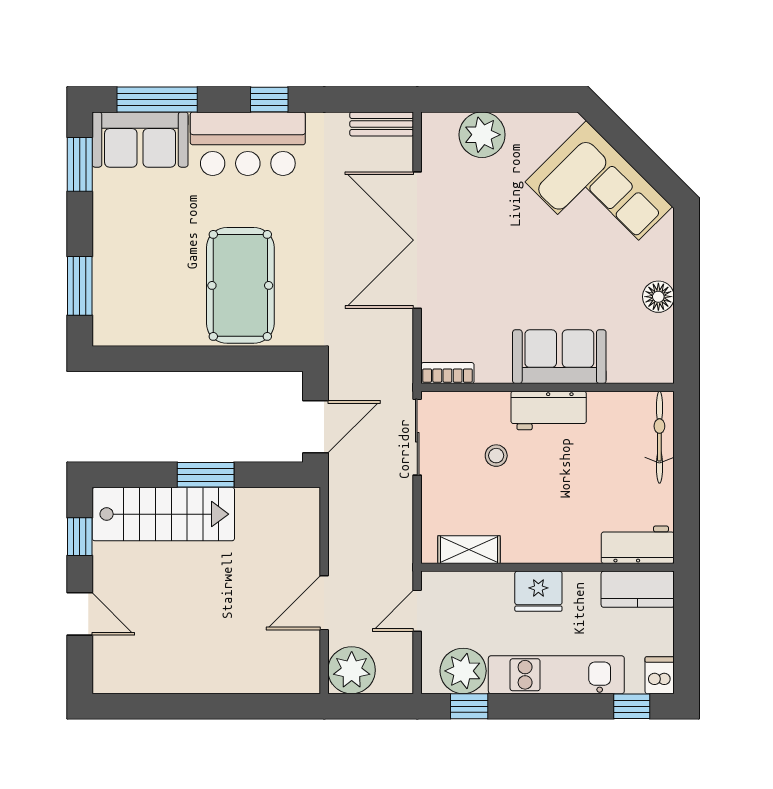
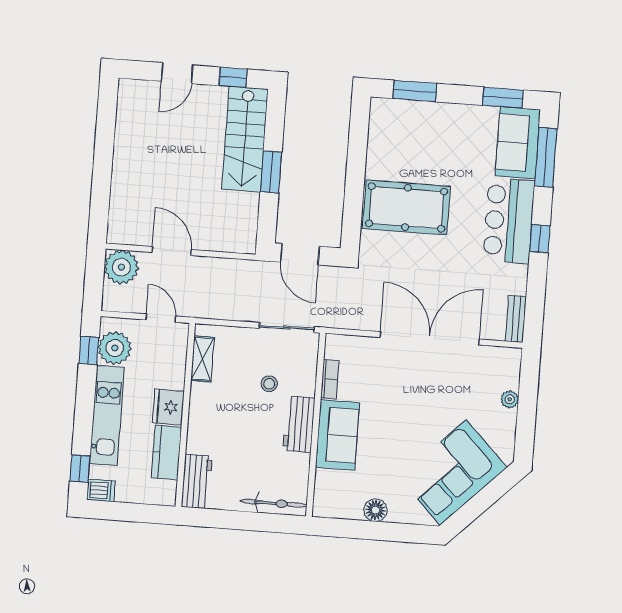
plant: (482, 135) -> (510, 399), width x0.53, depth x0.53
bookcase: (447, 373) -> (330, 379), moved
kitchen counter: (638, 589) -> (166, 452), moved

